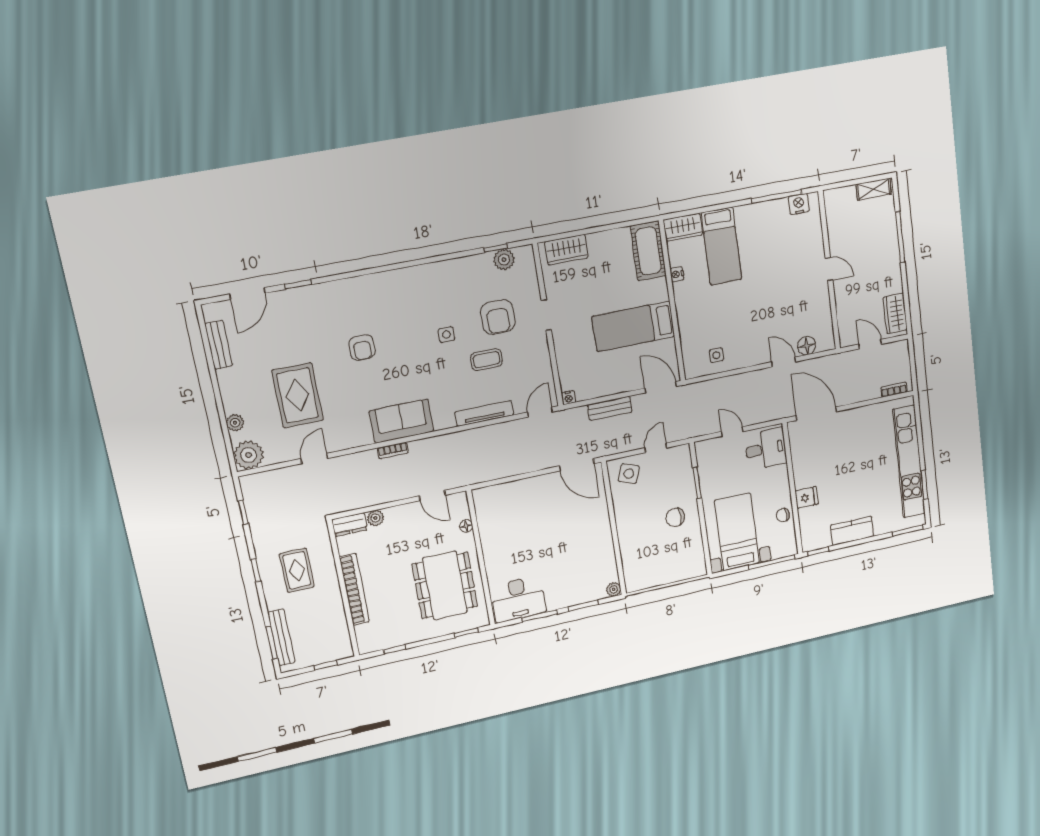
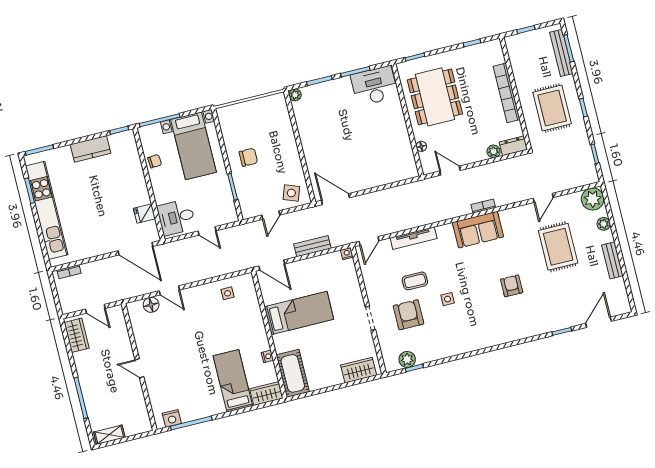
bench: (219, 345) -> (612, 260), moved
fridge: (806, 498) -> (144, 213), moved
rug: (297, 570) -> (552, 108), width x1.36, depth x1.43

